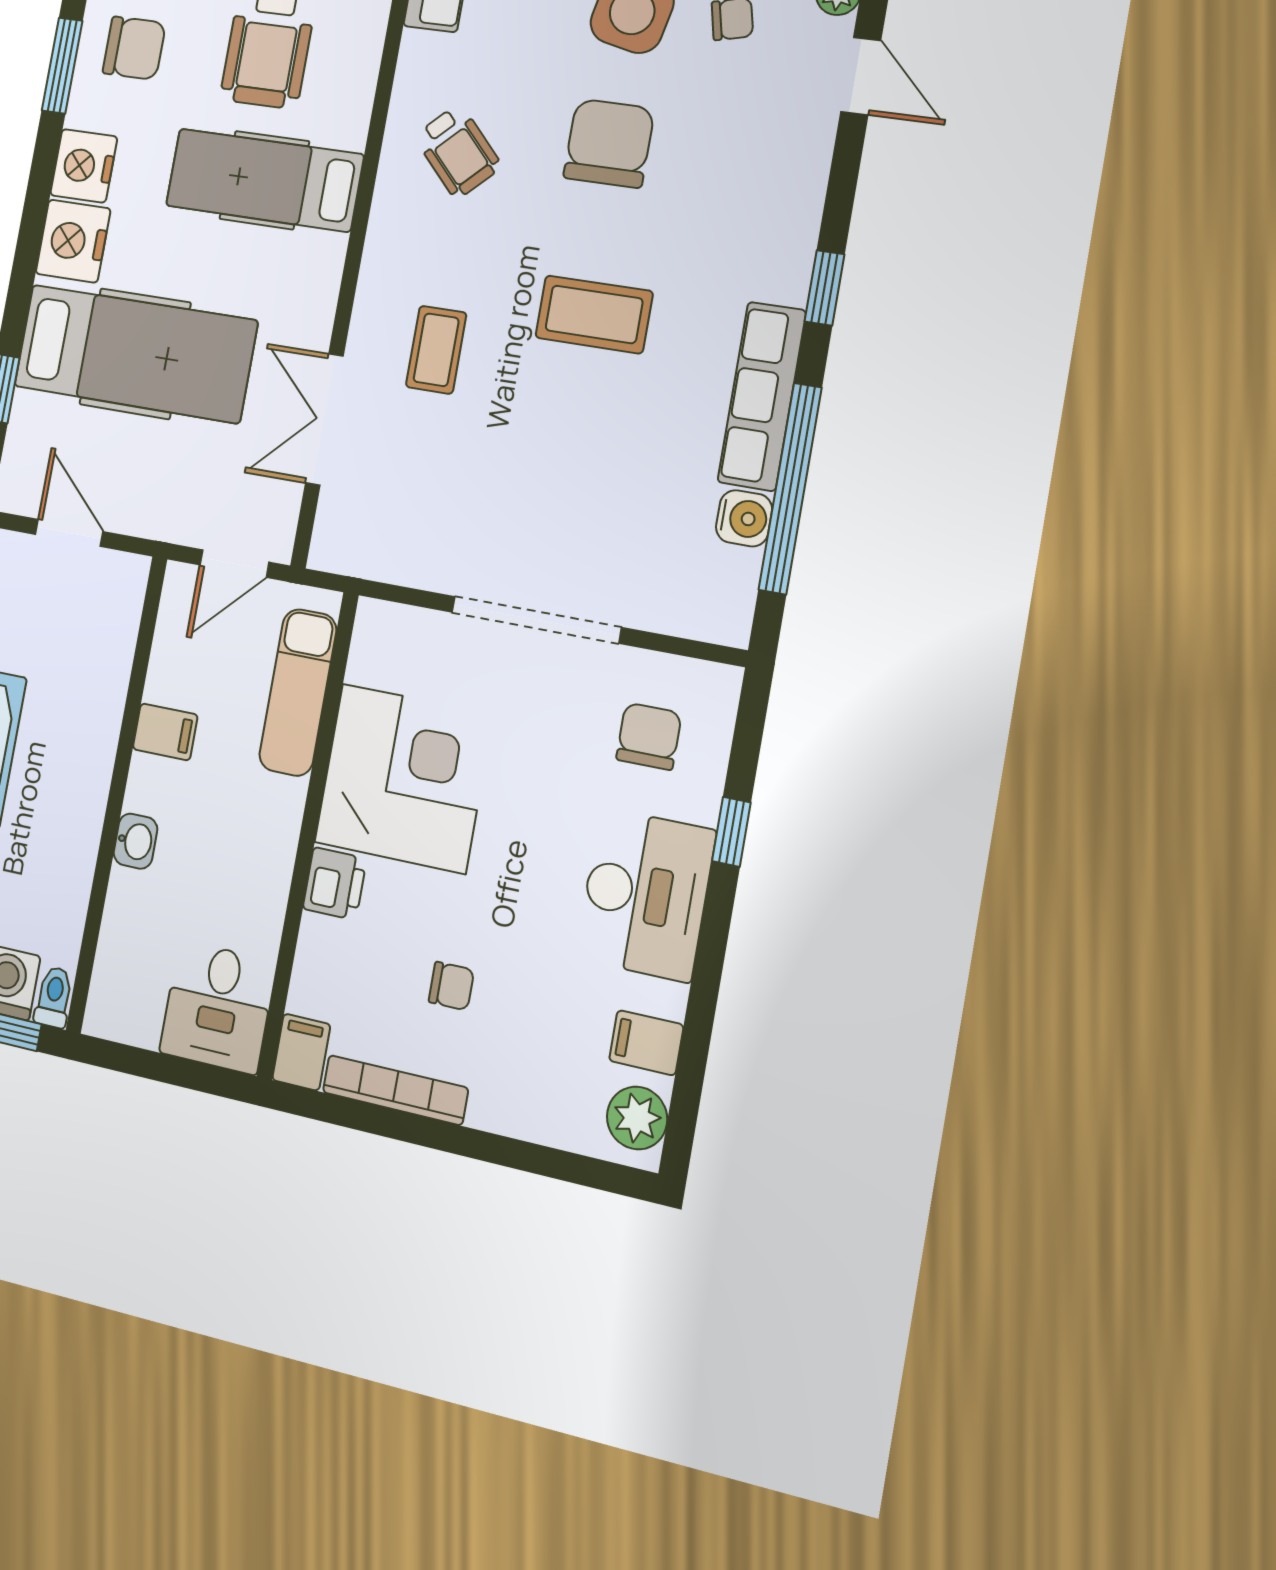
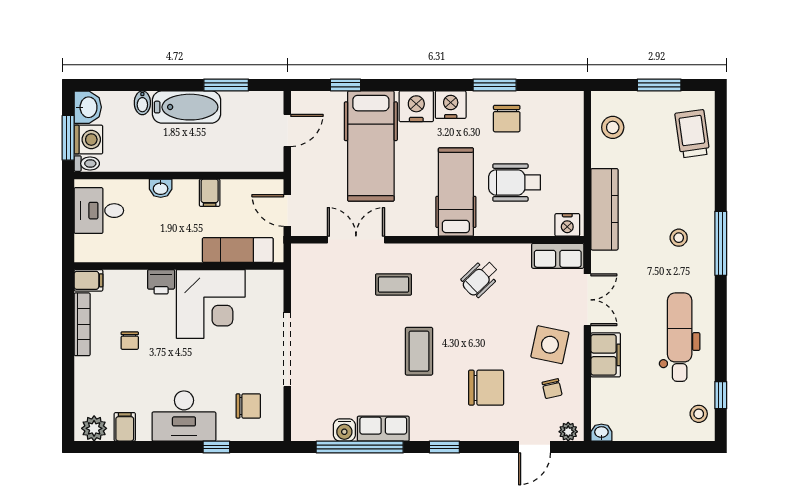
chair: (609, 143) -> (486, 388), moved
row of seats: (762, 396) -> (383, 429), width x0.68
desk: (218, 1007) -> (99, 211), moved

